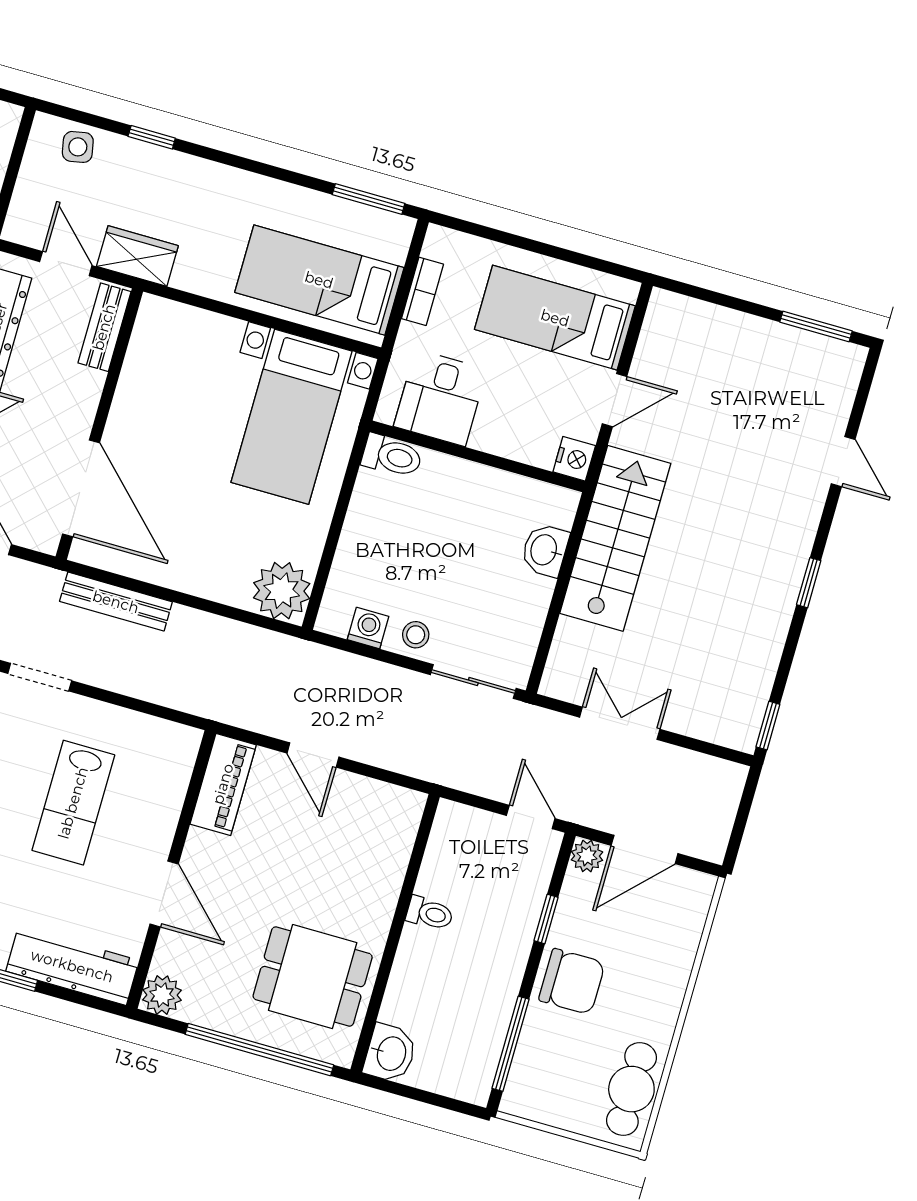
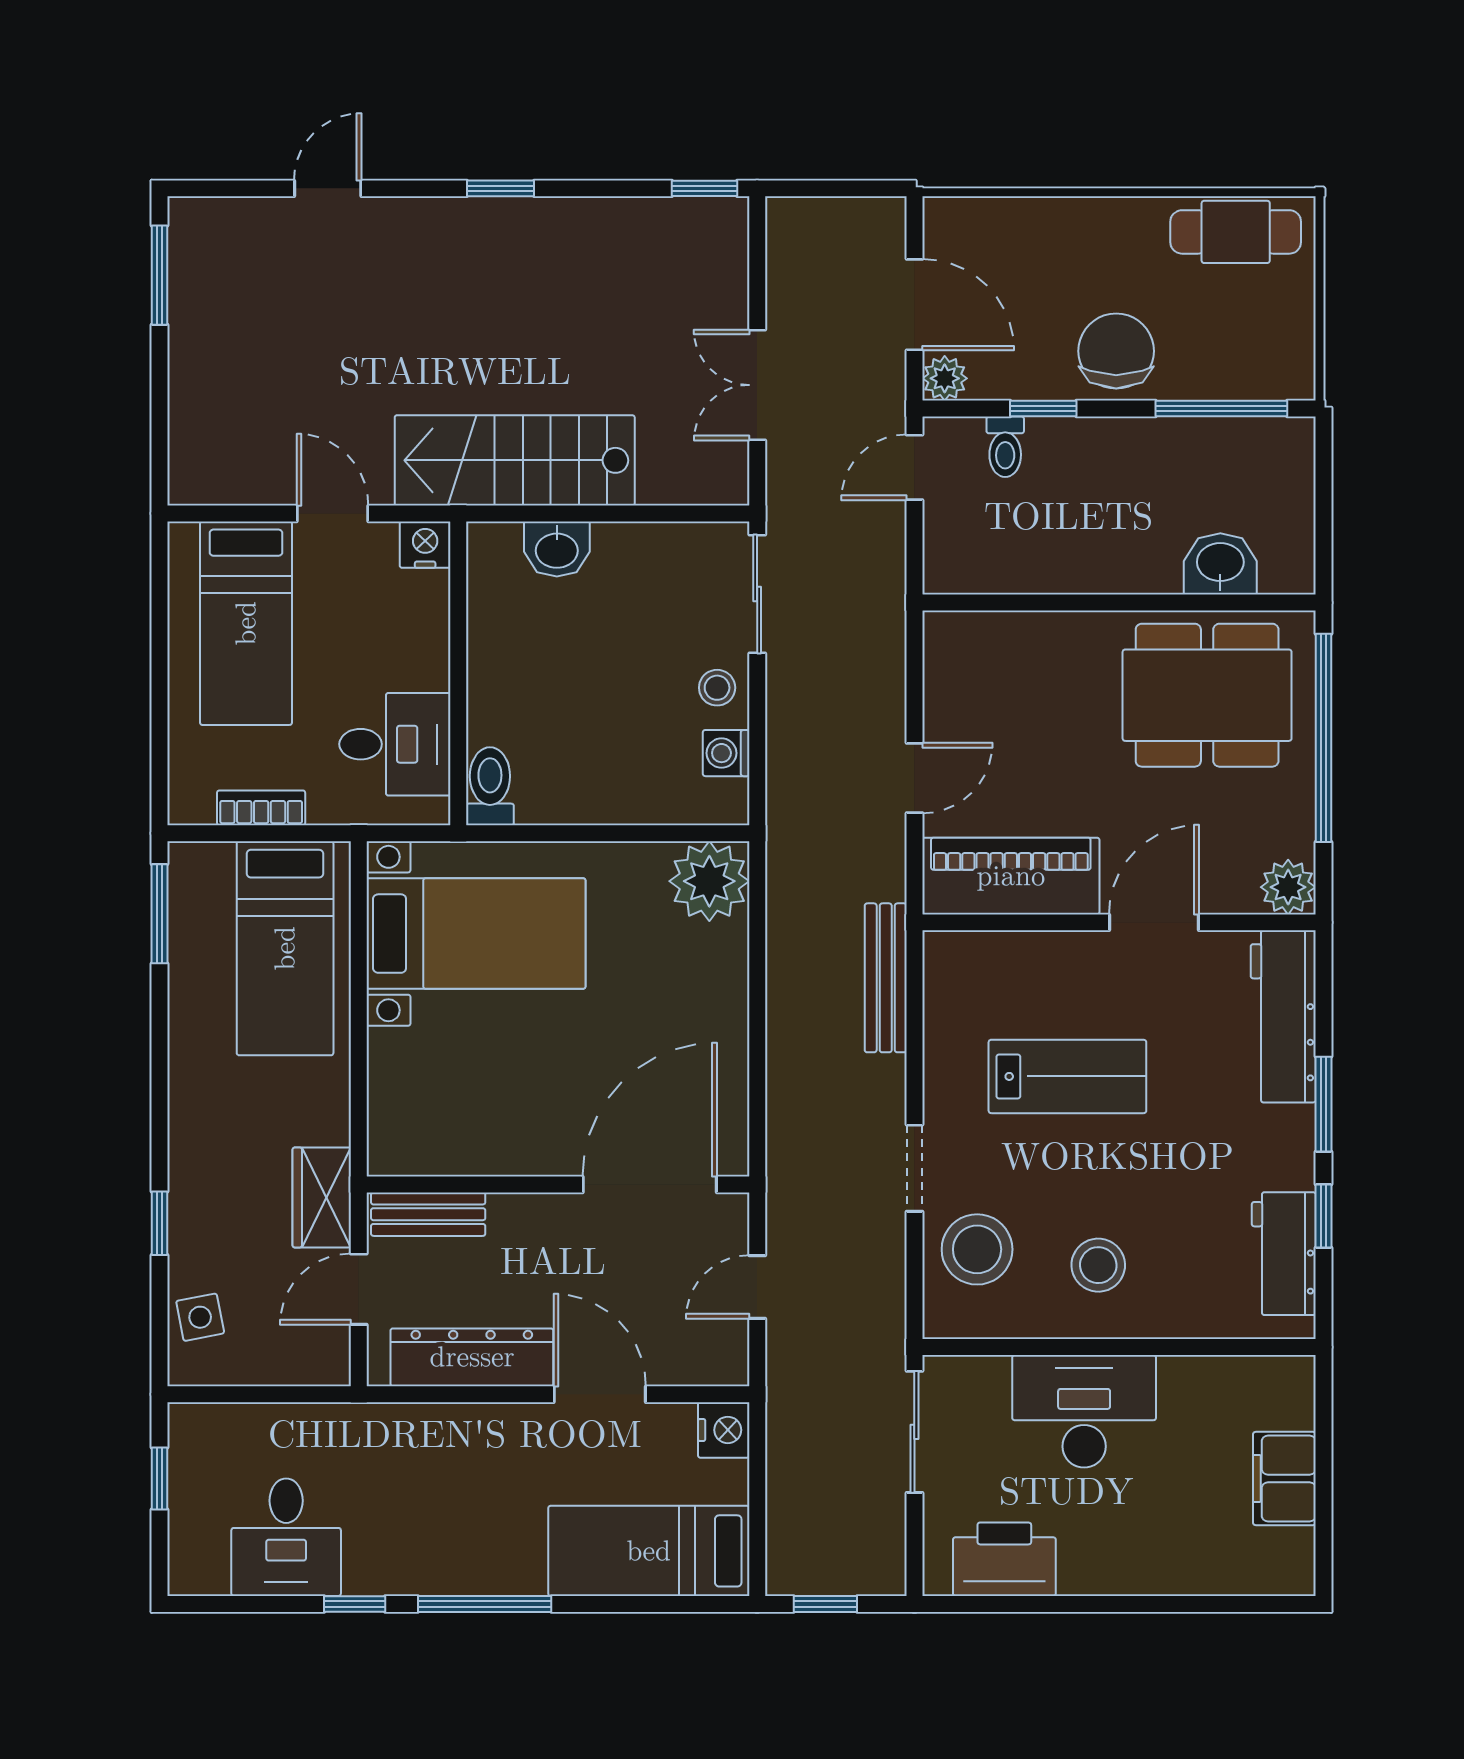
bench: (116, 602) -> (886, 978), moved
piano: (223, 784) -> (1011, 876), width x1.37, depth x1.33
toilet: (430, 913) -> (1005, 447), moved, turned 180
dining table: (313, 977) -> (1207, 695), width x1.38
washbasin: (390, 1053) -> (1220, 564), moved

